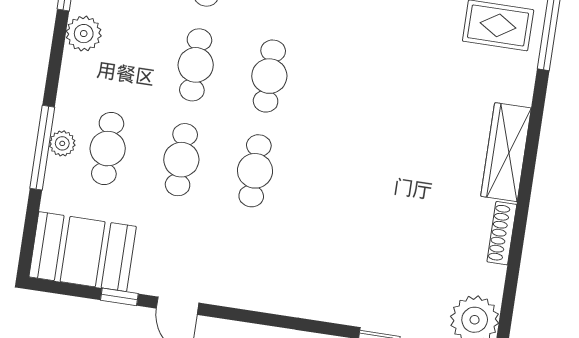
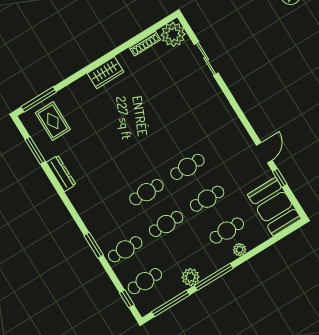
window: (42, 148) -> (214, 277), moved
wardrobe: (506, 152) -> (106, 73), width x0.67
shoe rack: (502, 233) -> (145, 44), moved

